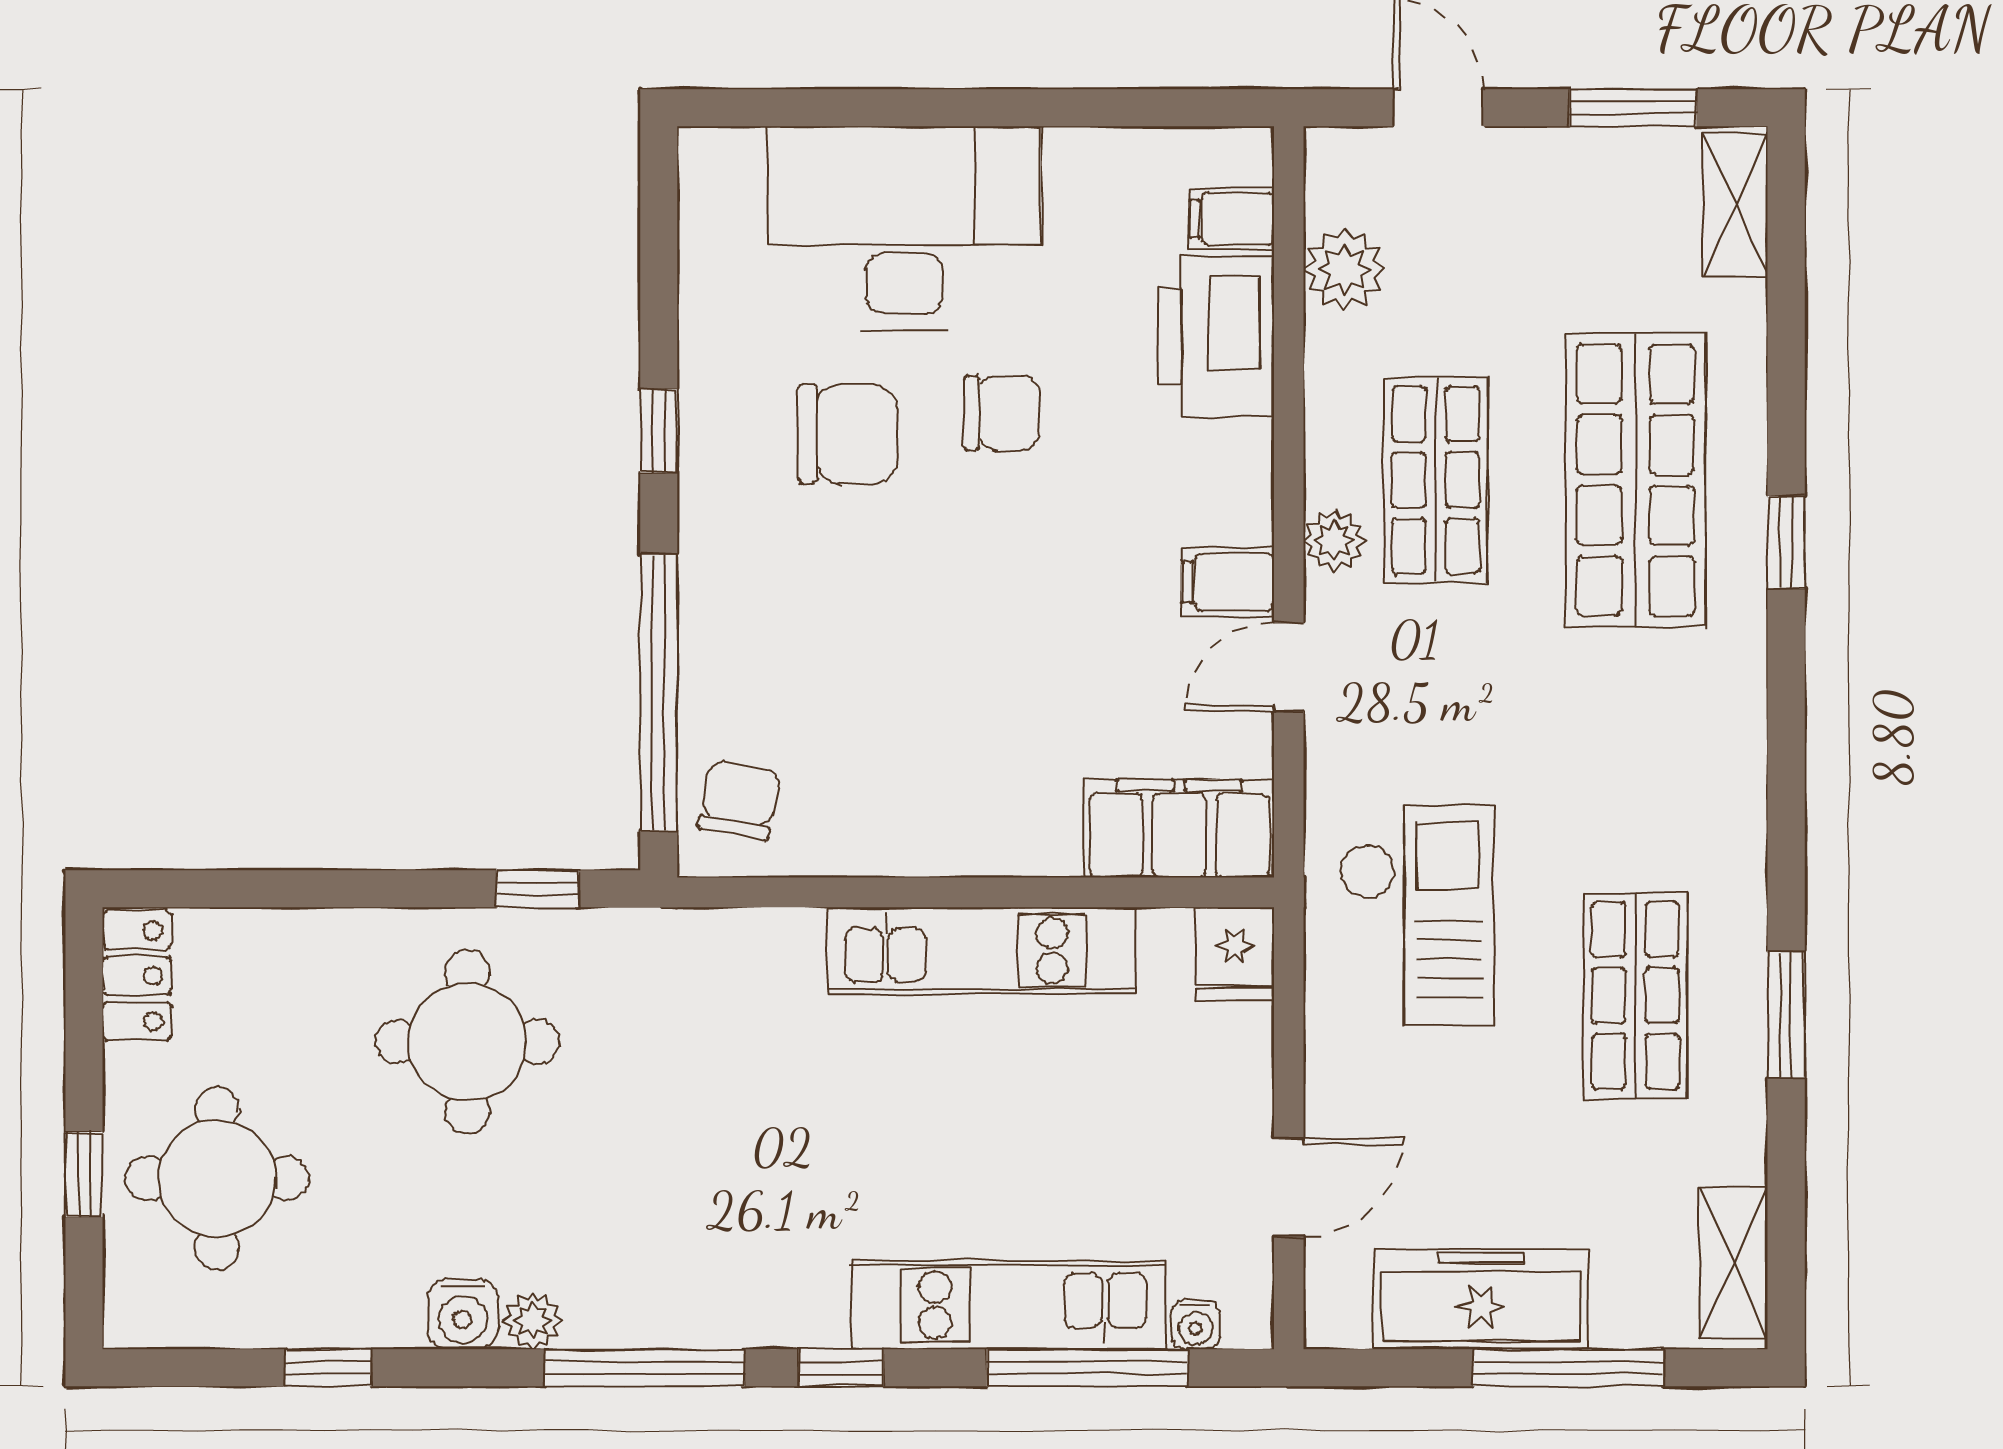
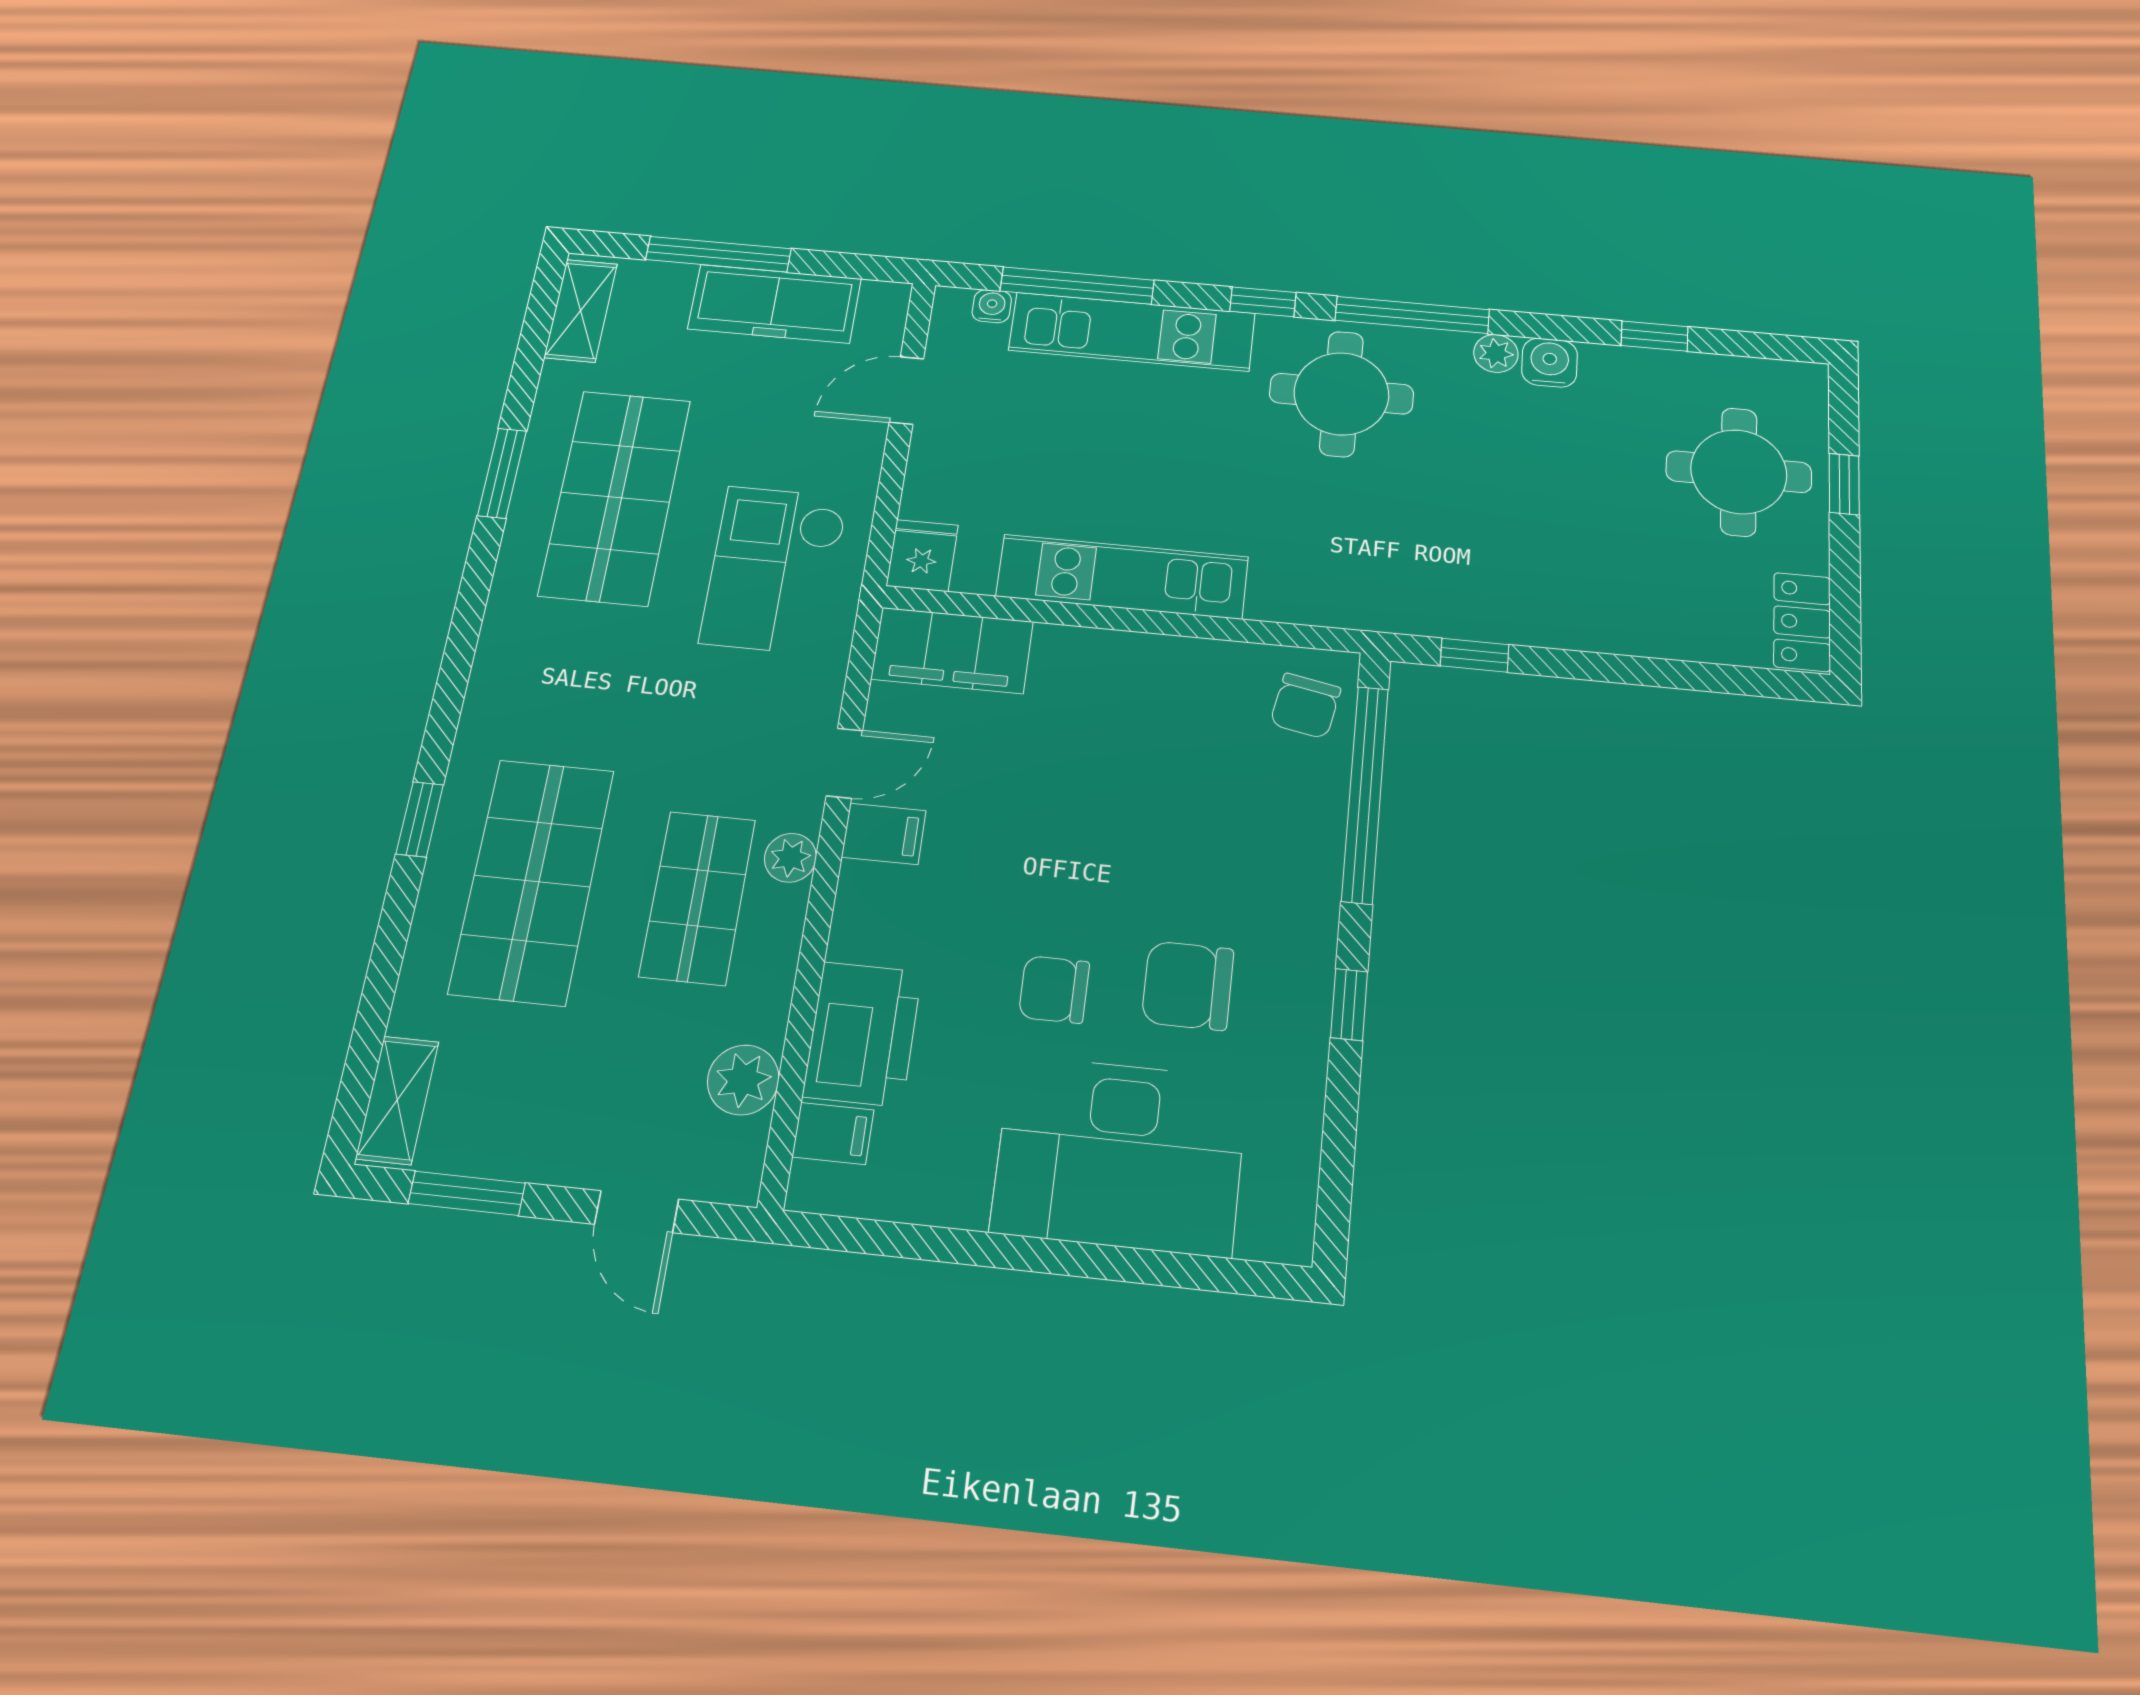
shop shelf: (1636, 996) -> (615, 497), width x1.43, depth x1.36
round table: (467, 1042) -> (1341, 394), moved

